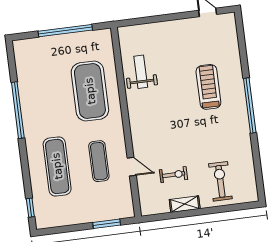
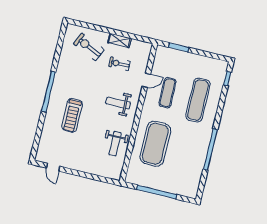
weight bench: (156, 125) -> (118, 103), added
door: (132, 167) -> (146, 80), swing flipped
exercise bike: (220, 181) -> (89, 47), turned 114

